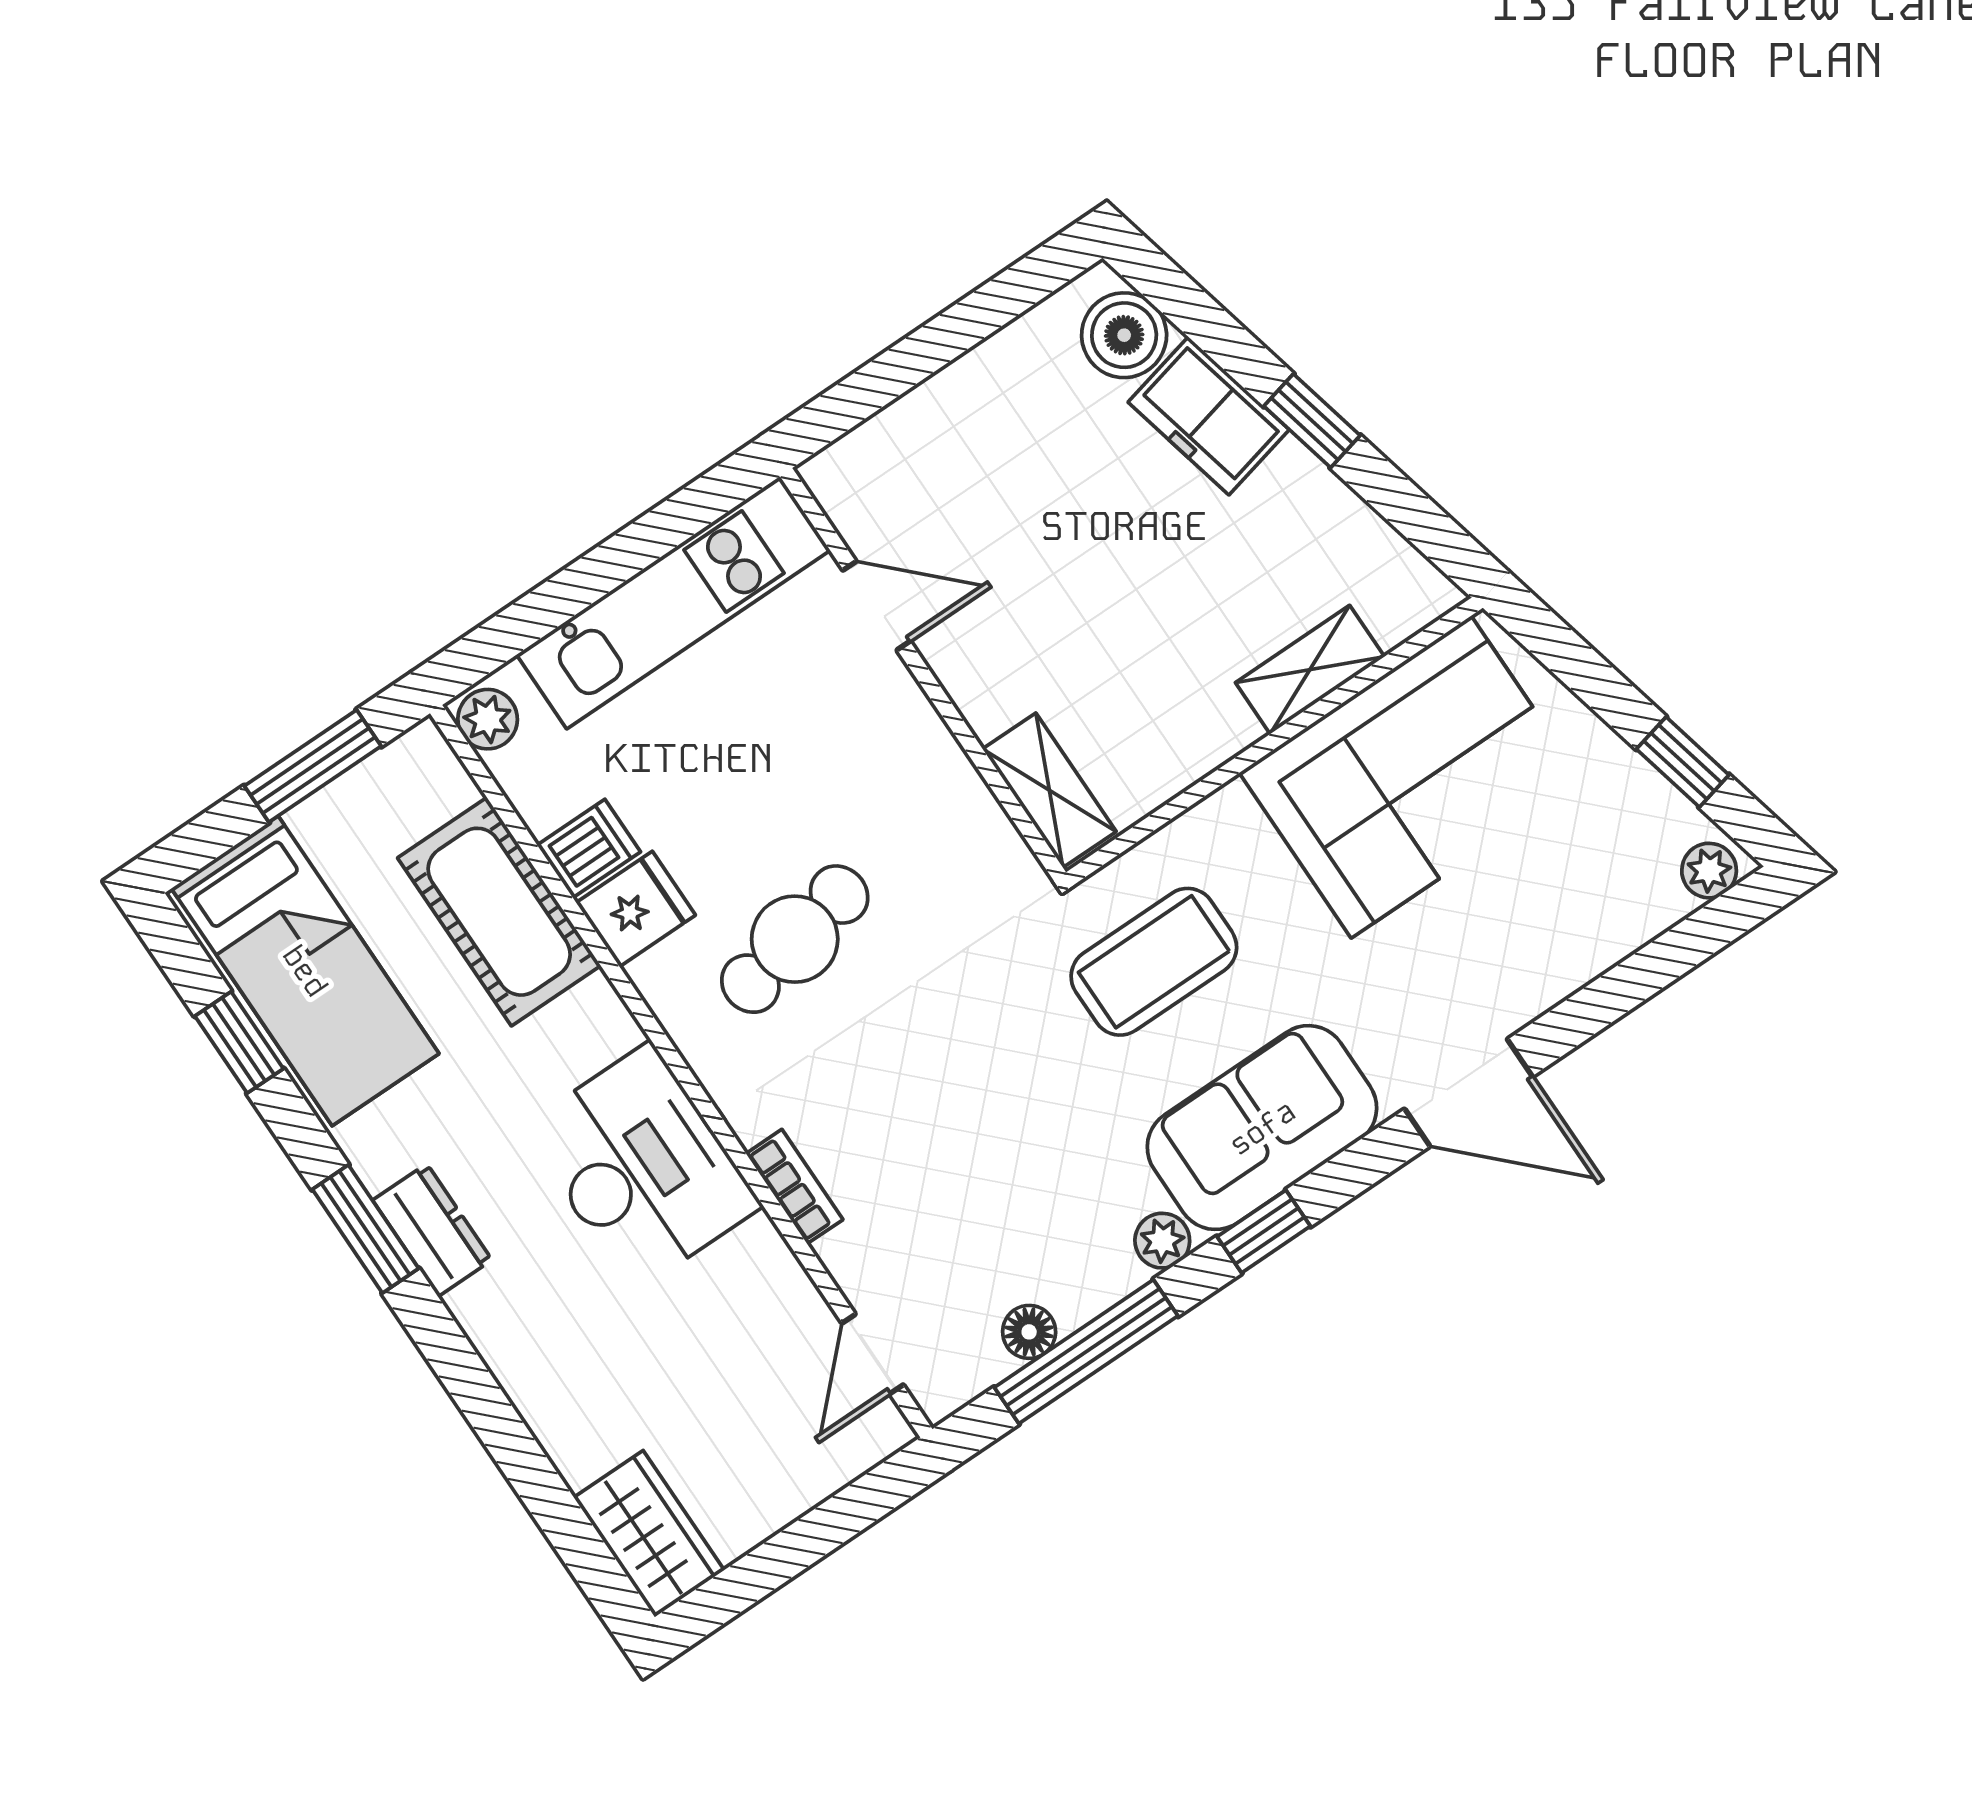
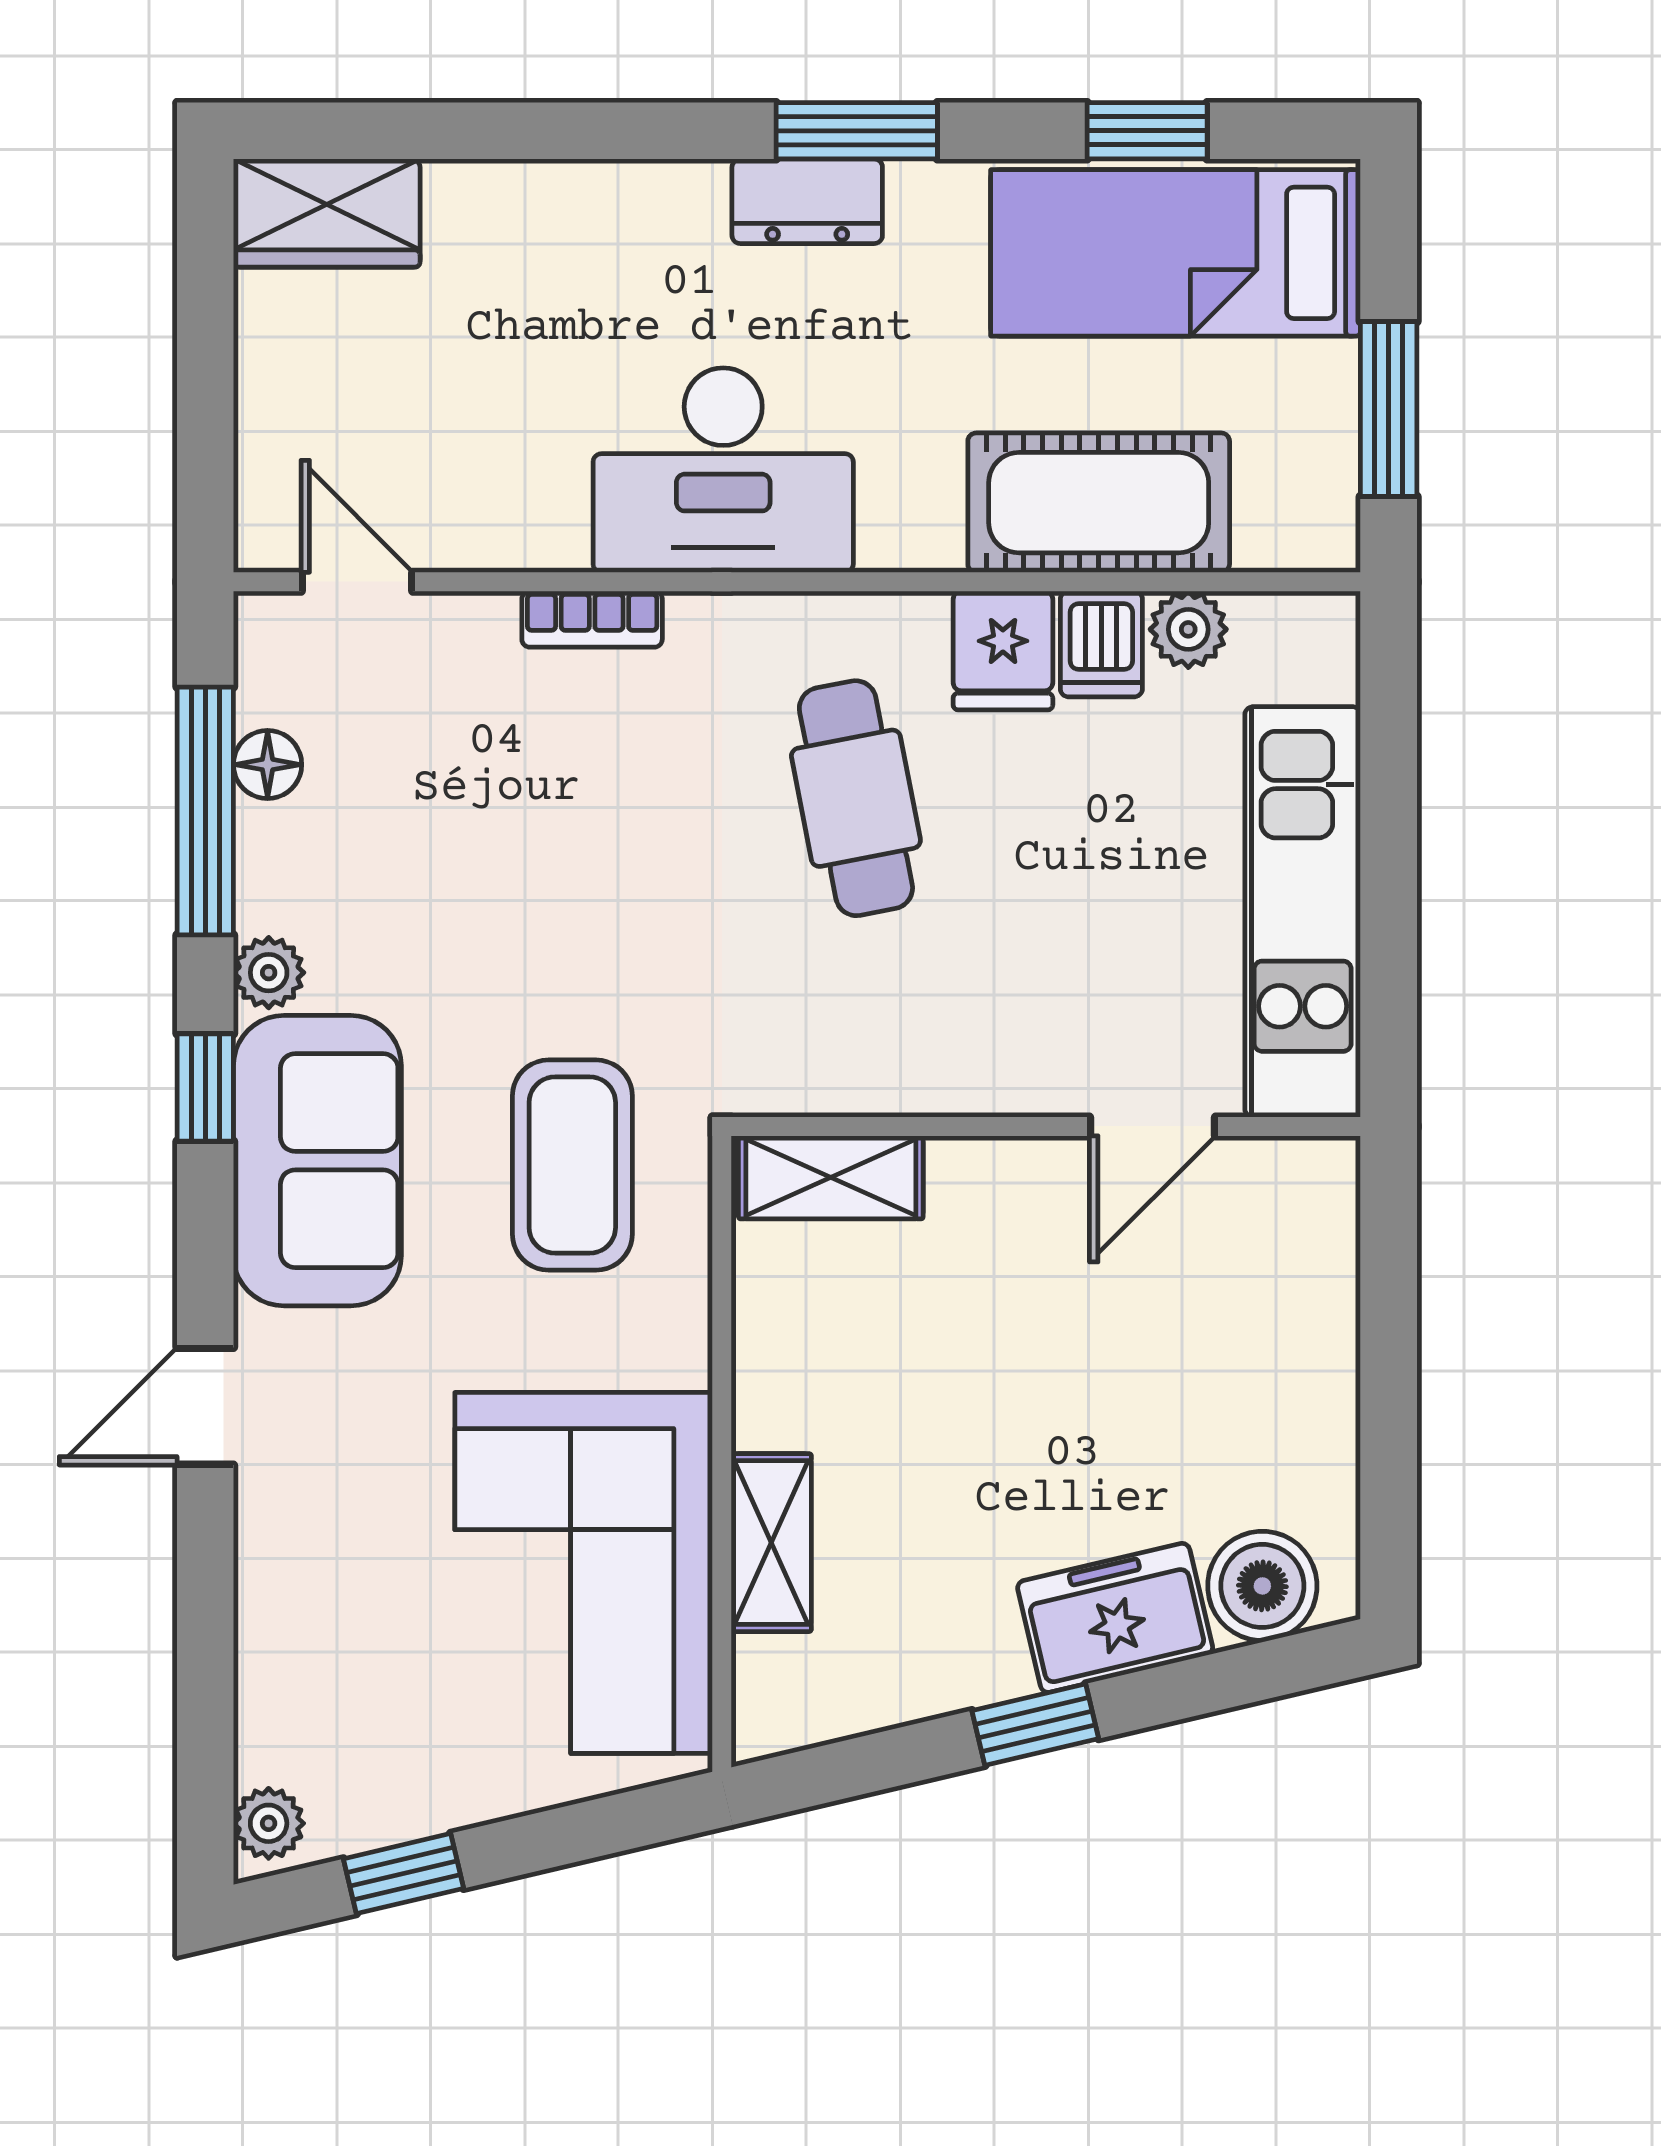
plant: (488, 719) -> (1188, 629), moved
door: (1469, 1093) -> (205, 1406), width x0.73

